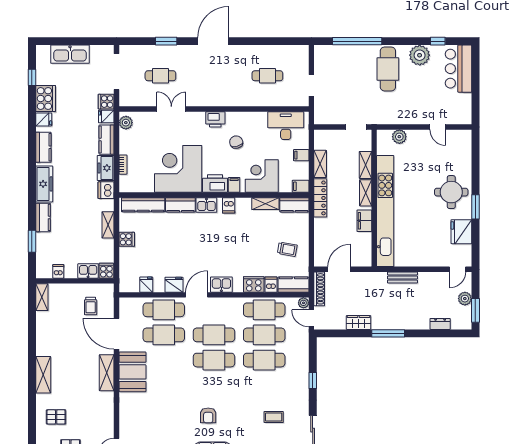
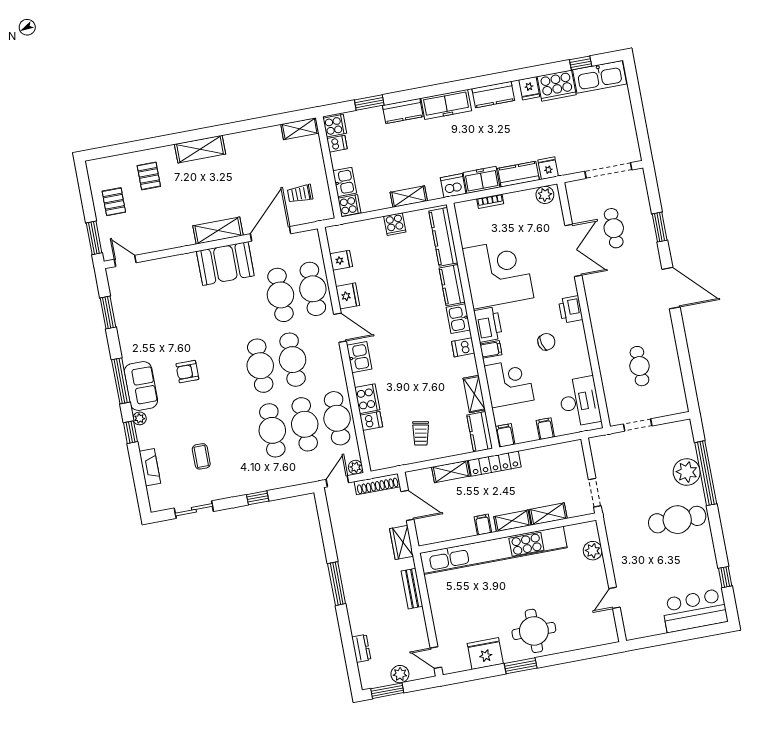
kitchen sink: (70, 54) -> (600, 77), moved, turned -90
plant: (420, 55) -> (687, 472), moved
cooker: (106, 102) -> (335, 126), moved, turned 90
double door: (171, 109) -> (573, 250), width x1.37
shelving: (320, 164) -> (451, 472), moved
filing cabinet: (364, 221) -> (483, 525), width x0.50
kitchen counter: (293, 285) -> (377, 450), removed
wardrobe: (359, 323) -> (402, 542), moved, turned 180

